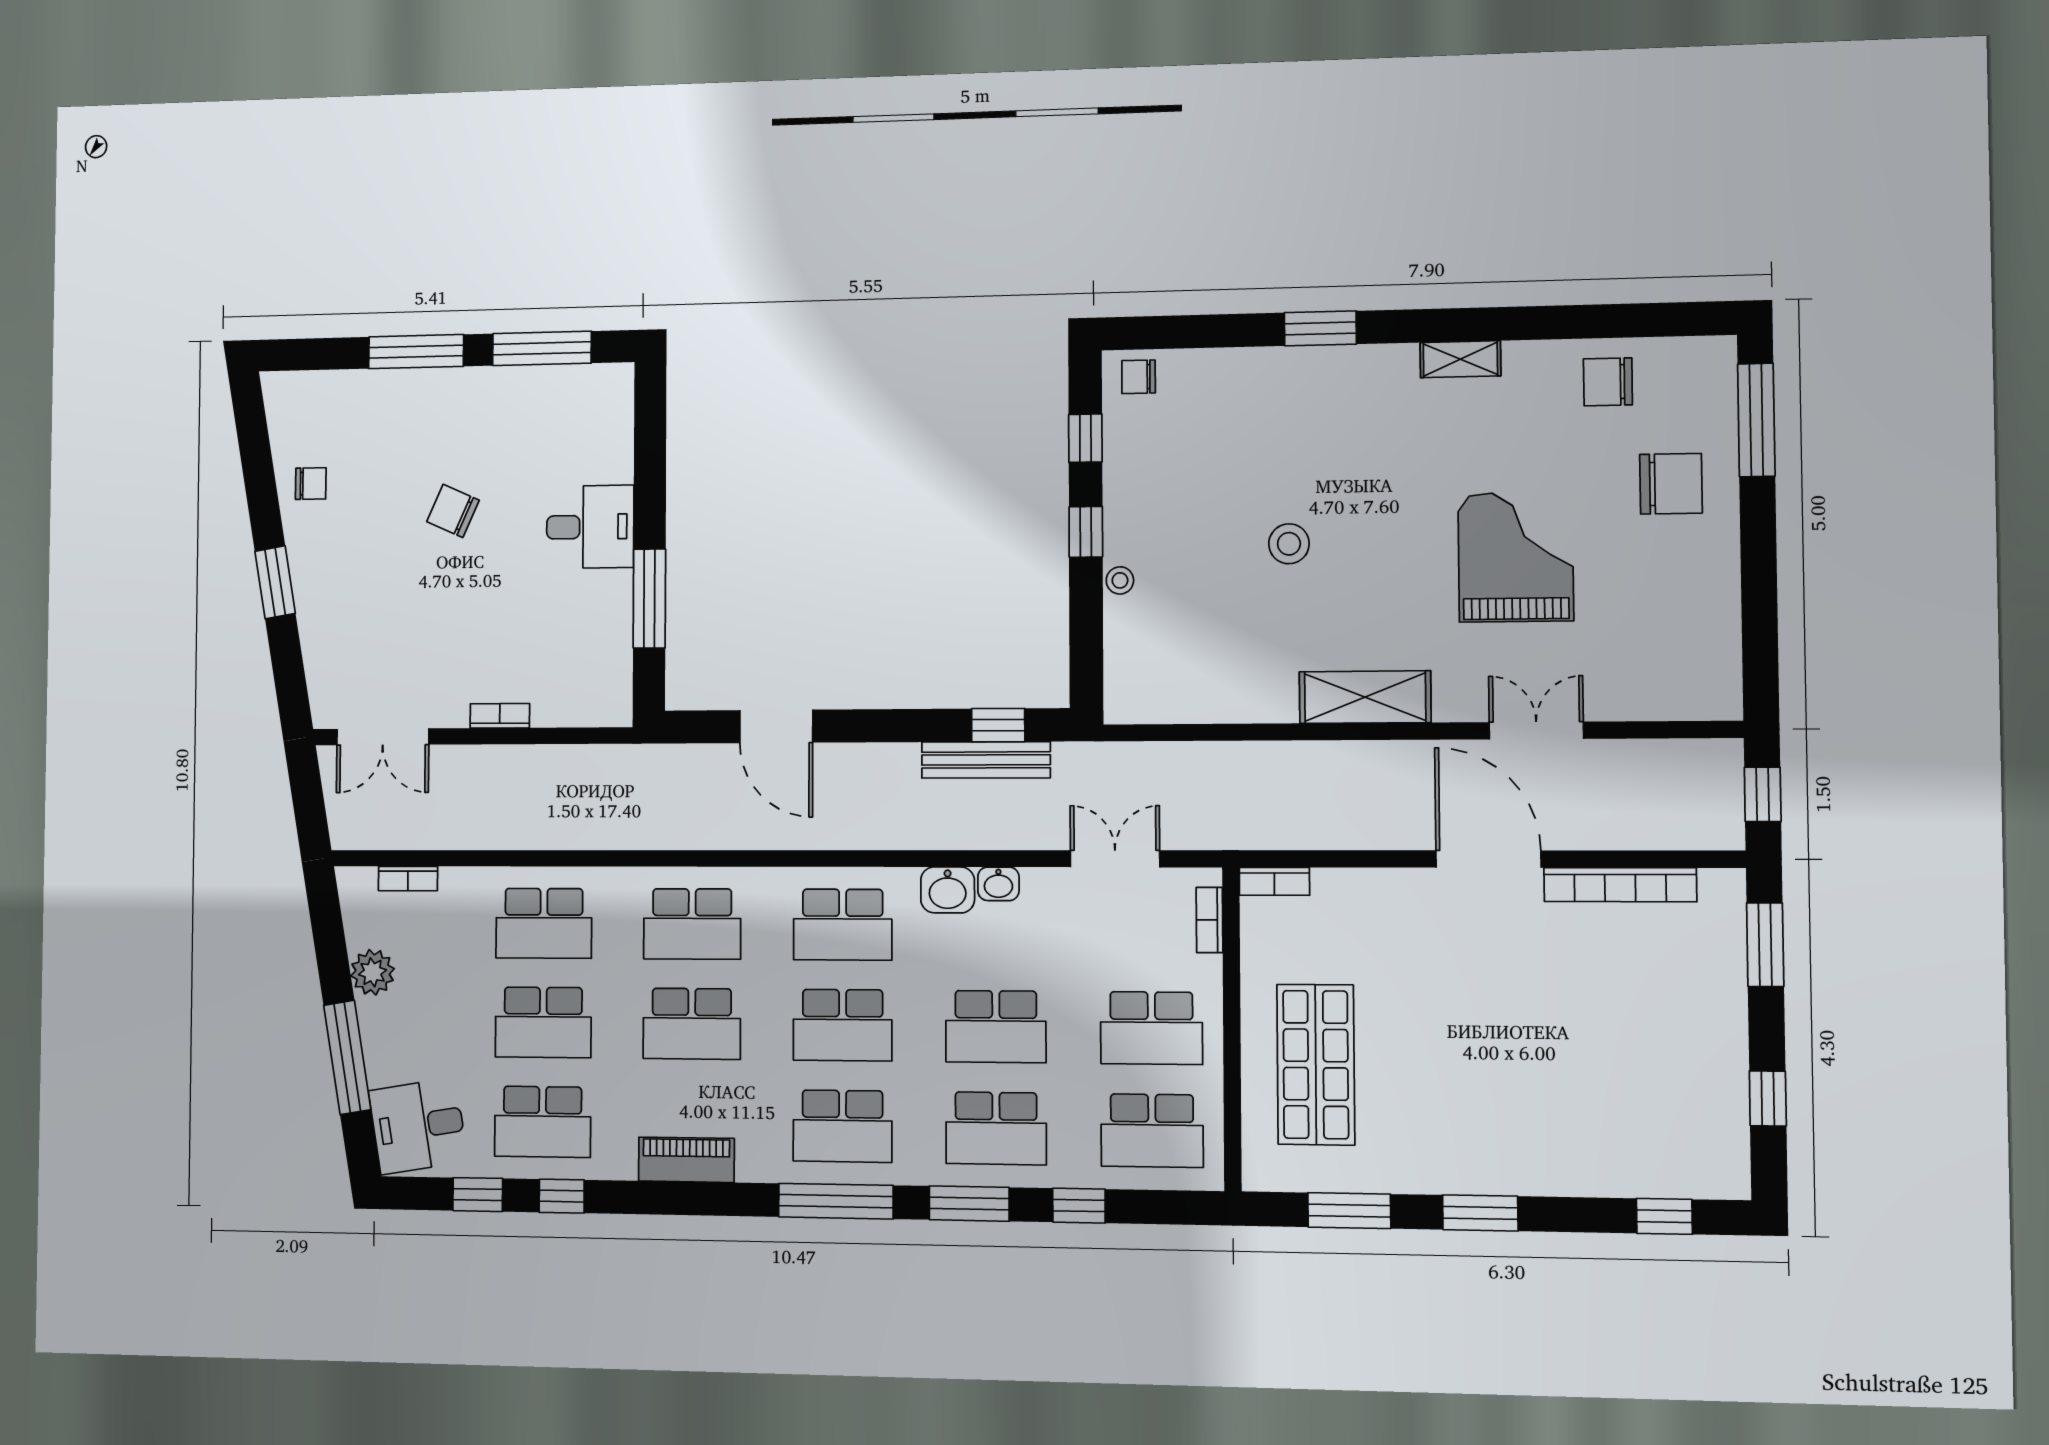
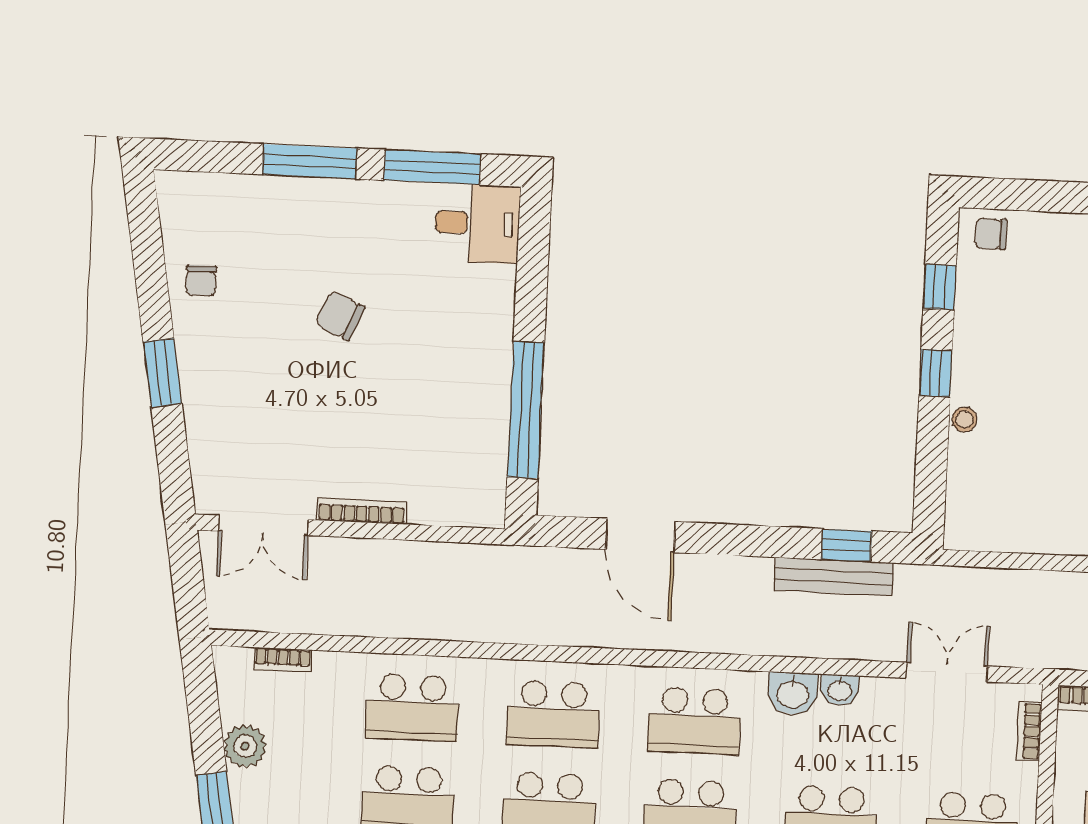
chair: (311, 484) -> (201, 281), turned 90
desk: (590, 527) -> (477, 223), moved
window: (649, 599) -> (526, 410), width x1.46
bookcase: (500, 716) -> (362, 511), width x1.56

